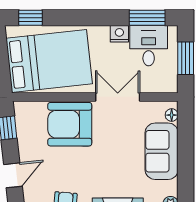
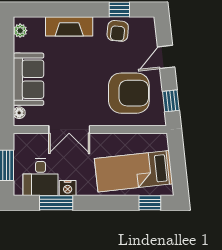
window: (147, 18) -> (56, 203), moved
bed: (49, 61) -> (134, 171), width x0.67
armchair: (70, 124) -> (129, 93), moved

